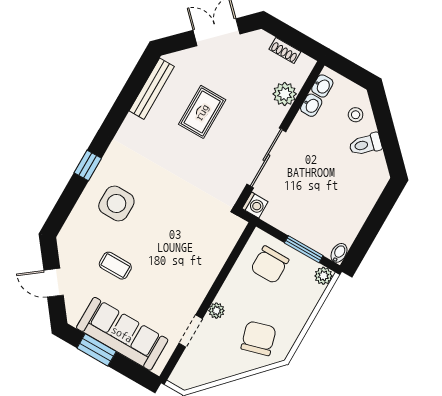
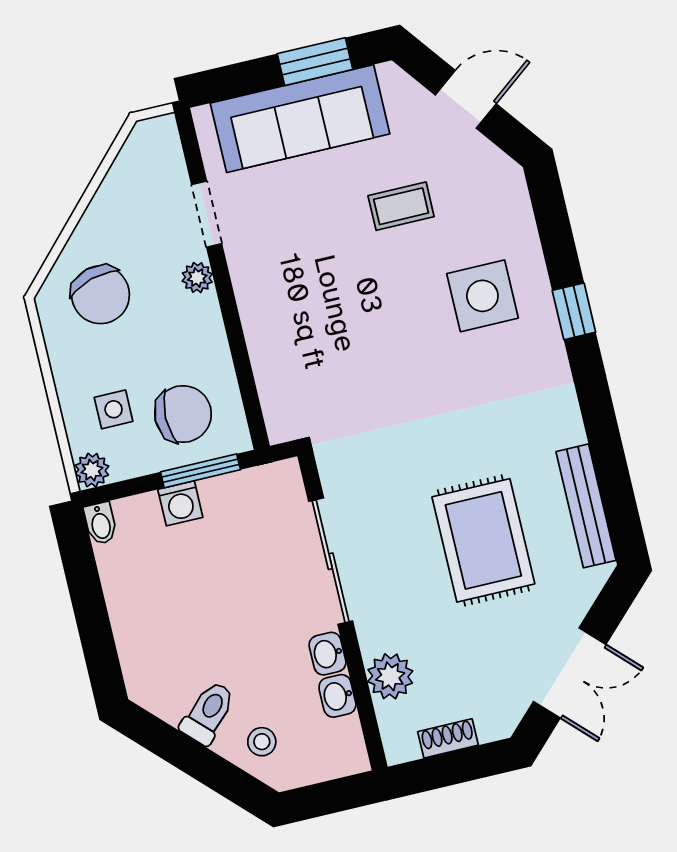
washbasin: (322, 86) -> (328, 654), moved
rug: (202, 112) -> (483, 540), width x1.36, depth x1.43
washing machine: (255, 205) -> (180, 503), moved, turned -90
window: (304, 249) -> (200, 471), moved
chair: (270, 265) -> (183, 414), turned 90
side table: (294, 291) -> (114, 409), added

